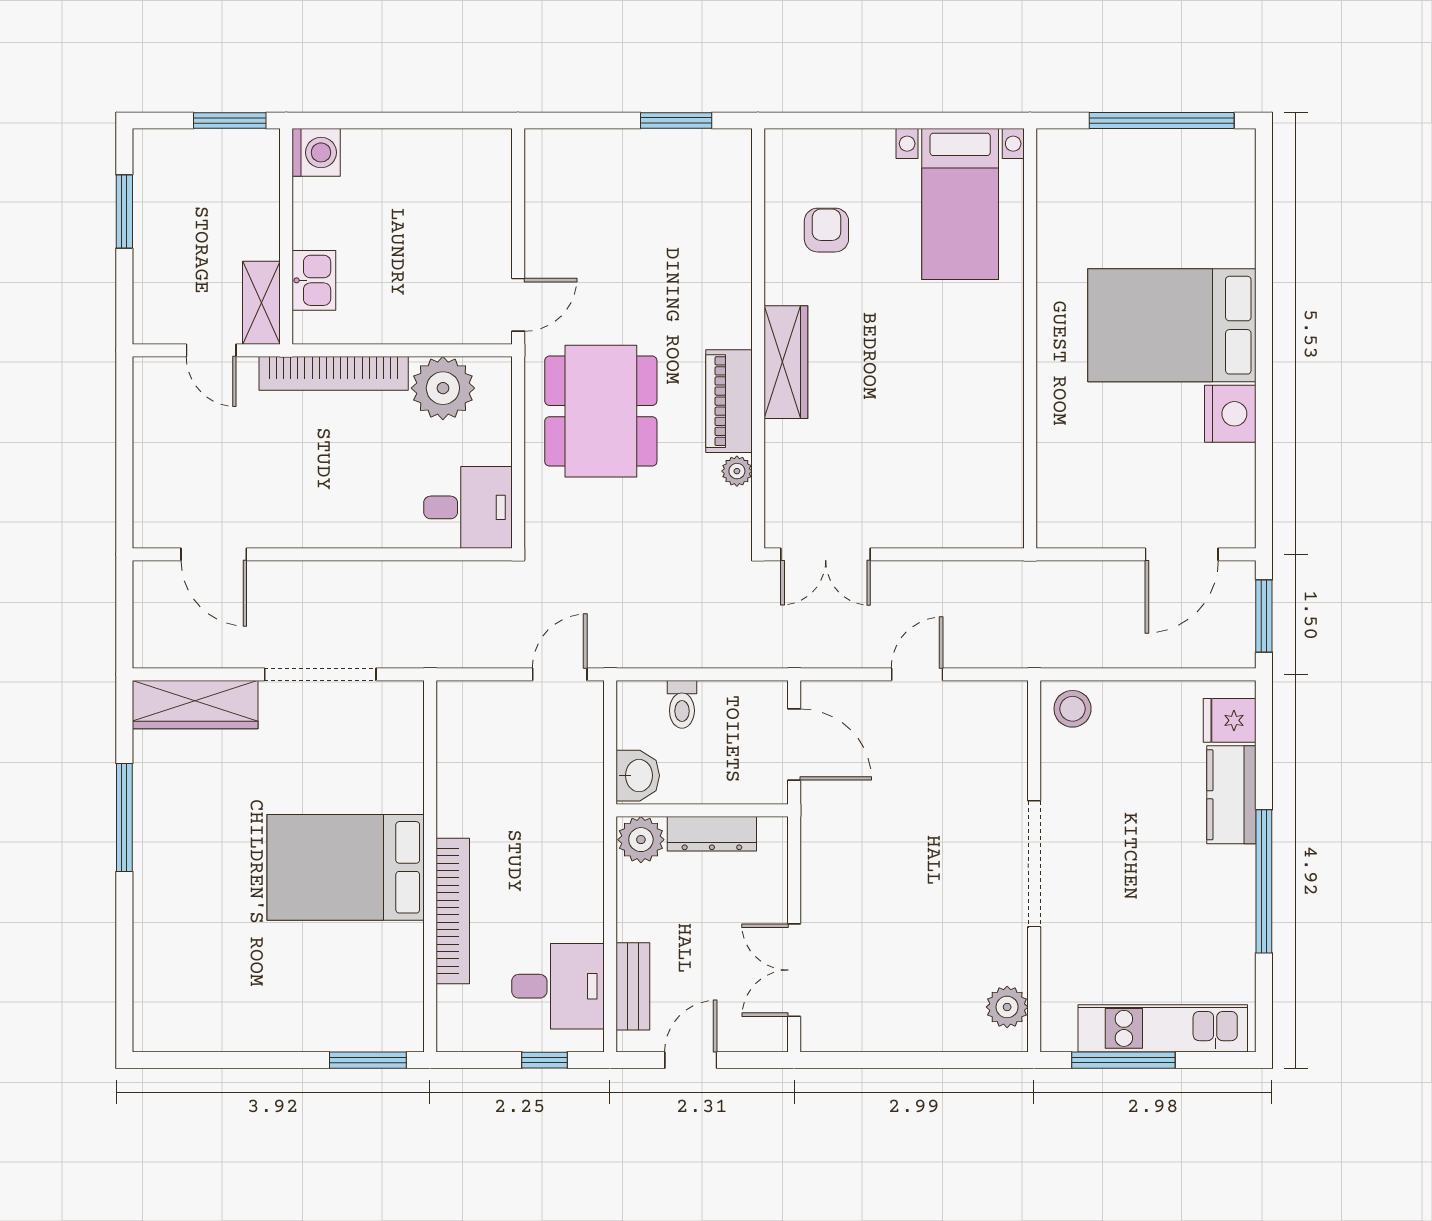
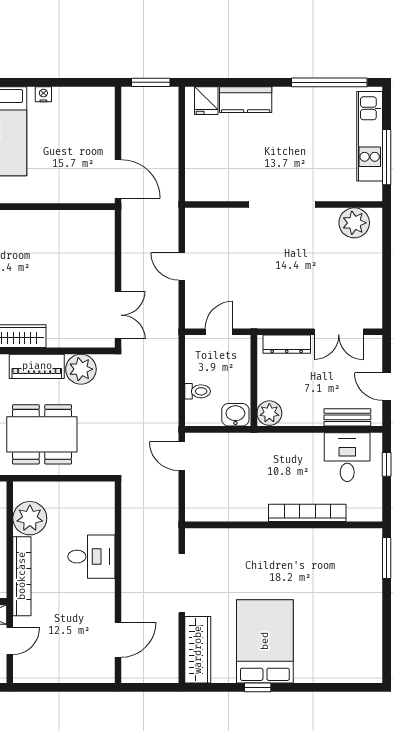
nightstand: (1230, 414) -> (43, 94), width x0.53, depth x0.56
plant: (737, 471) -> (81, 369), width x1.88, depth x1.88
desk: (468, 507) -> (91, 557), moved, turned 90
door: (1182, 554) -> (118, 179), moved
stool: (1073, 709) -> (200, 184), removed
door: (794, 744) -> (219, 332), width x0.73
window: (124, 817) -> (258, 687), width x0.46
dresser: (712, 834) -> (287, 344), moved, turned 90
bed: (346, 867) -> (265, 641), moved, turned 180
window: (1264, 881) -> (329, 82), moved
plant: (1007, 1007) -> (354, 223), width x1.36, depth x1.36

